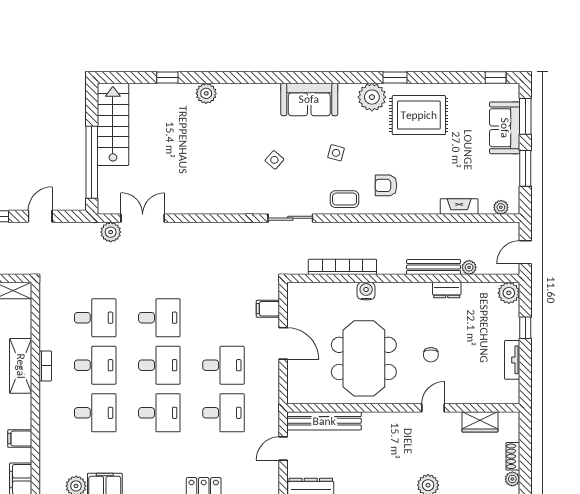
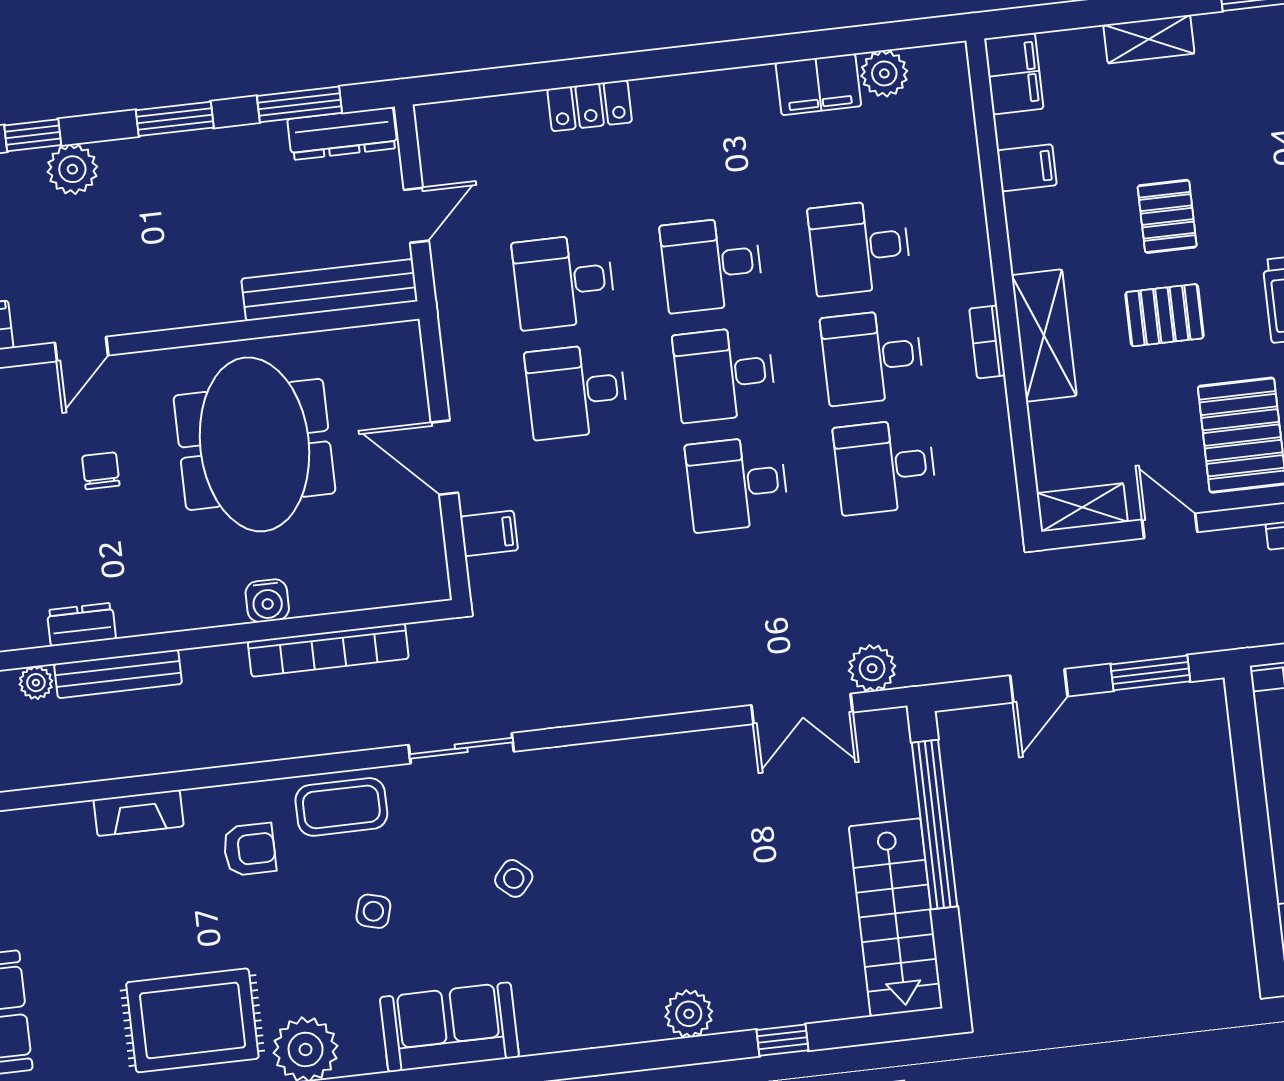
coffee table: (345, 199) -> (341, 807), width x1.36, depth x1.30
fireplace: (459, 206) -> (139, 813), moved

